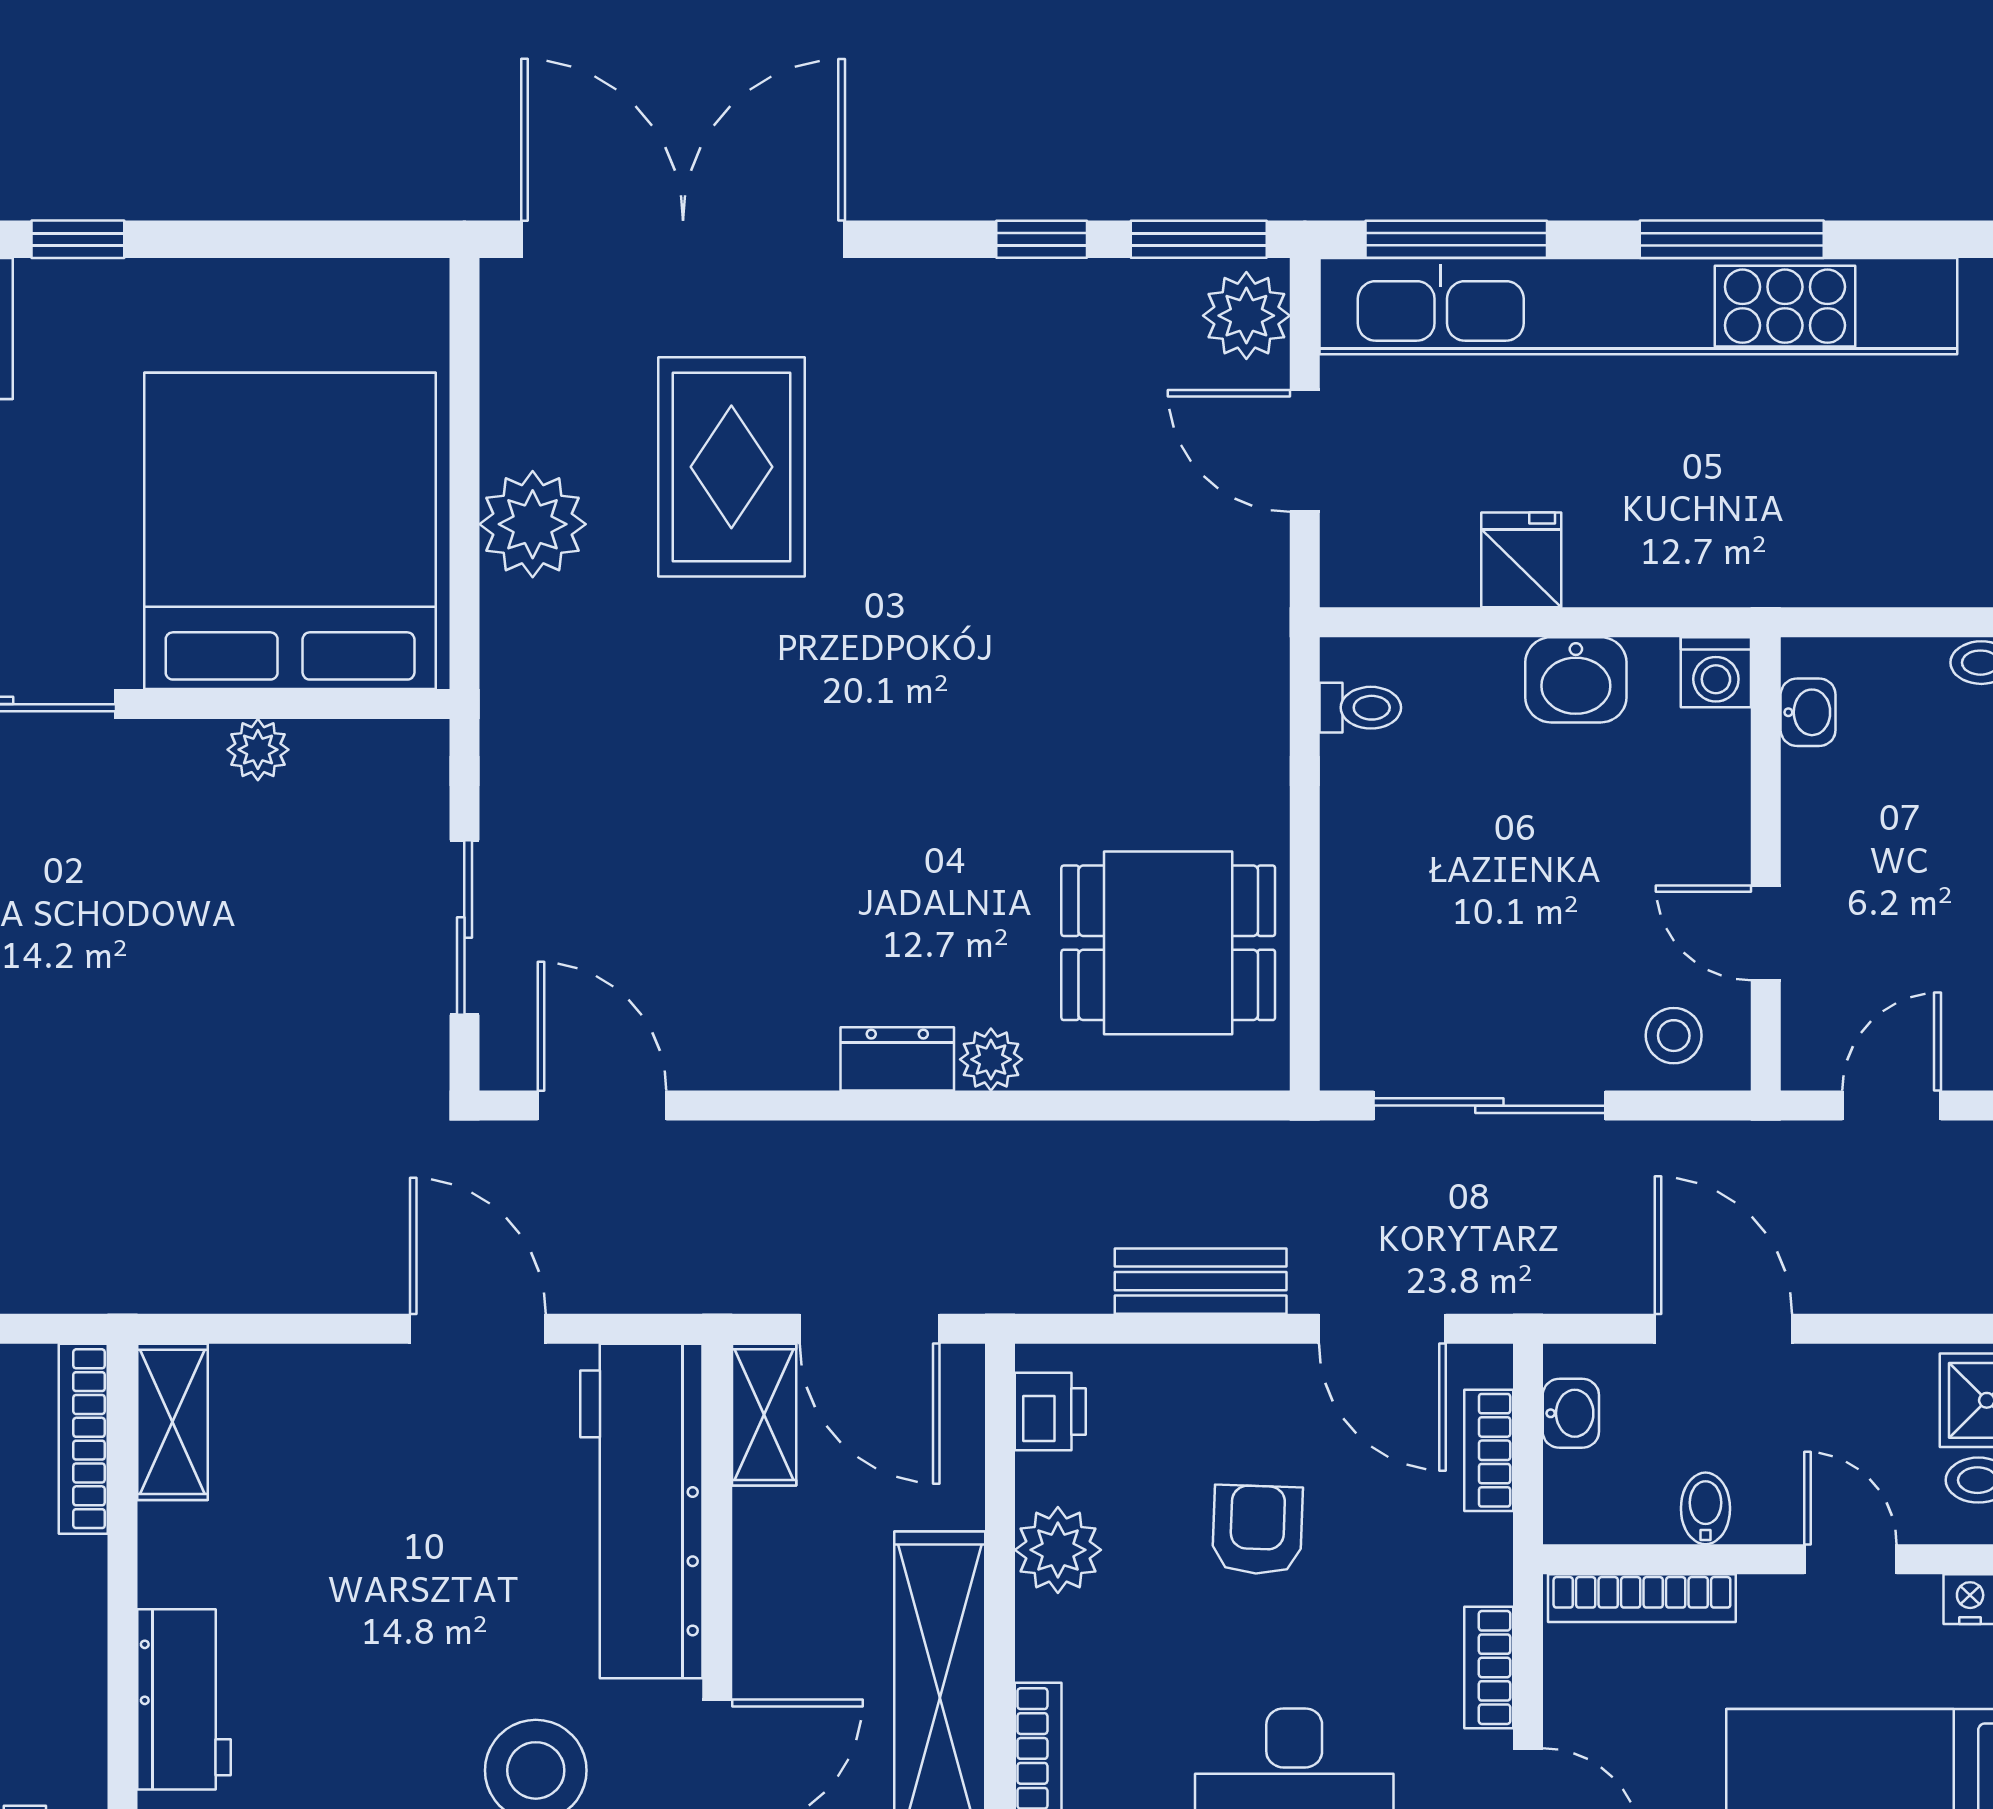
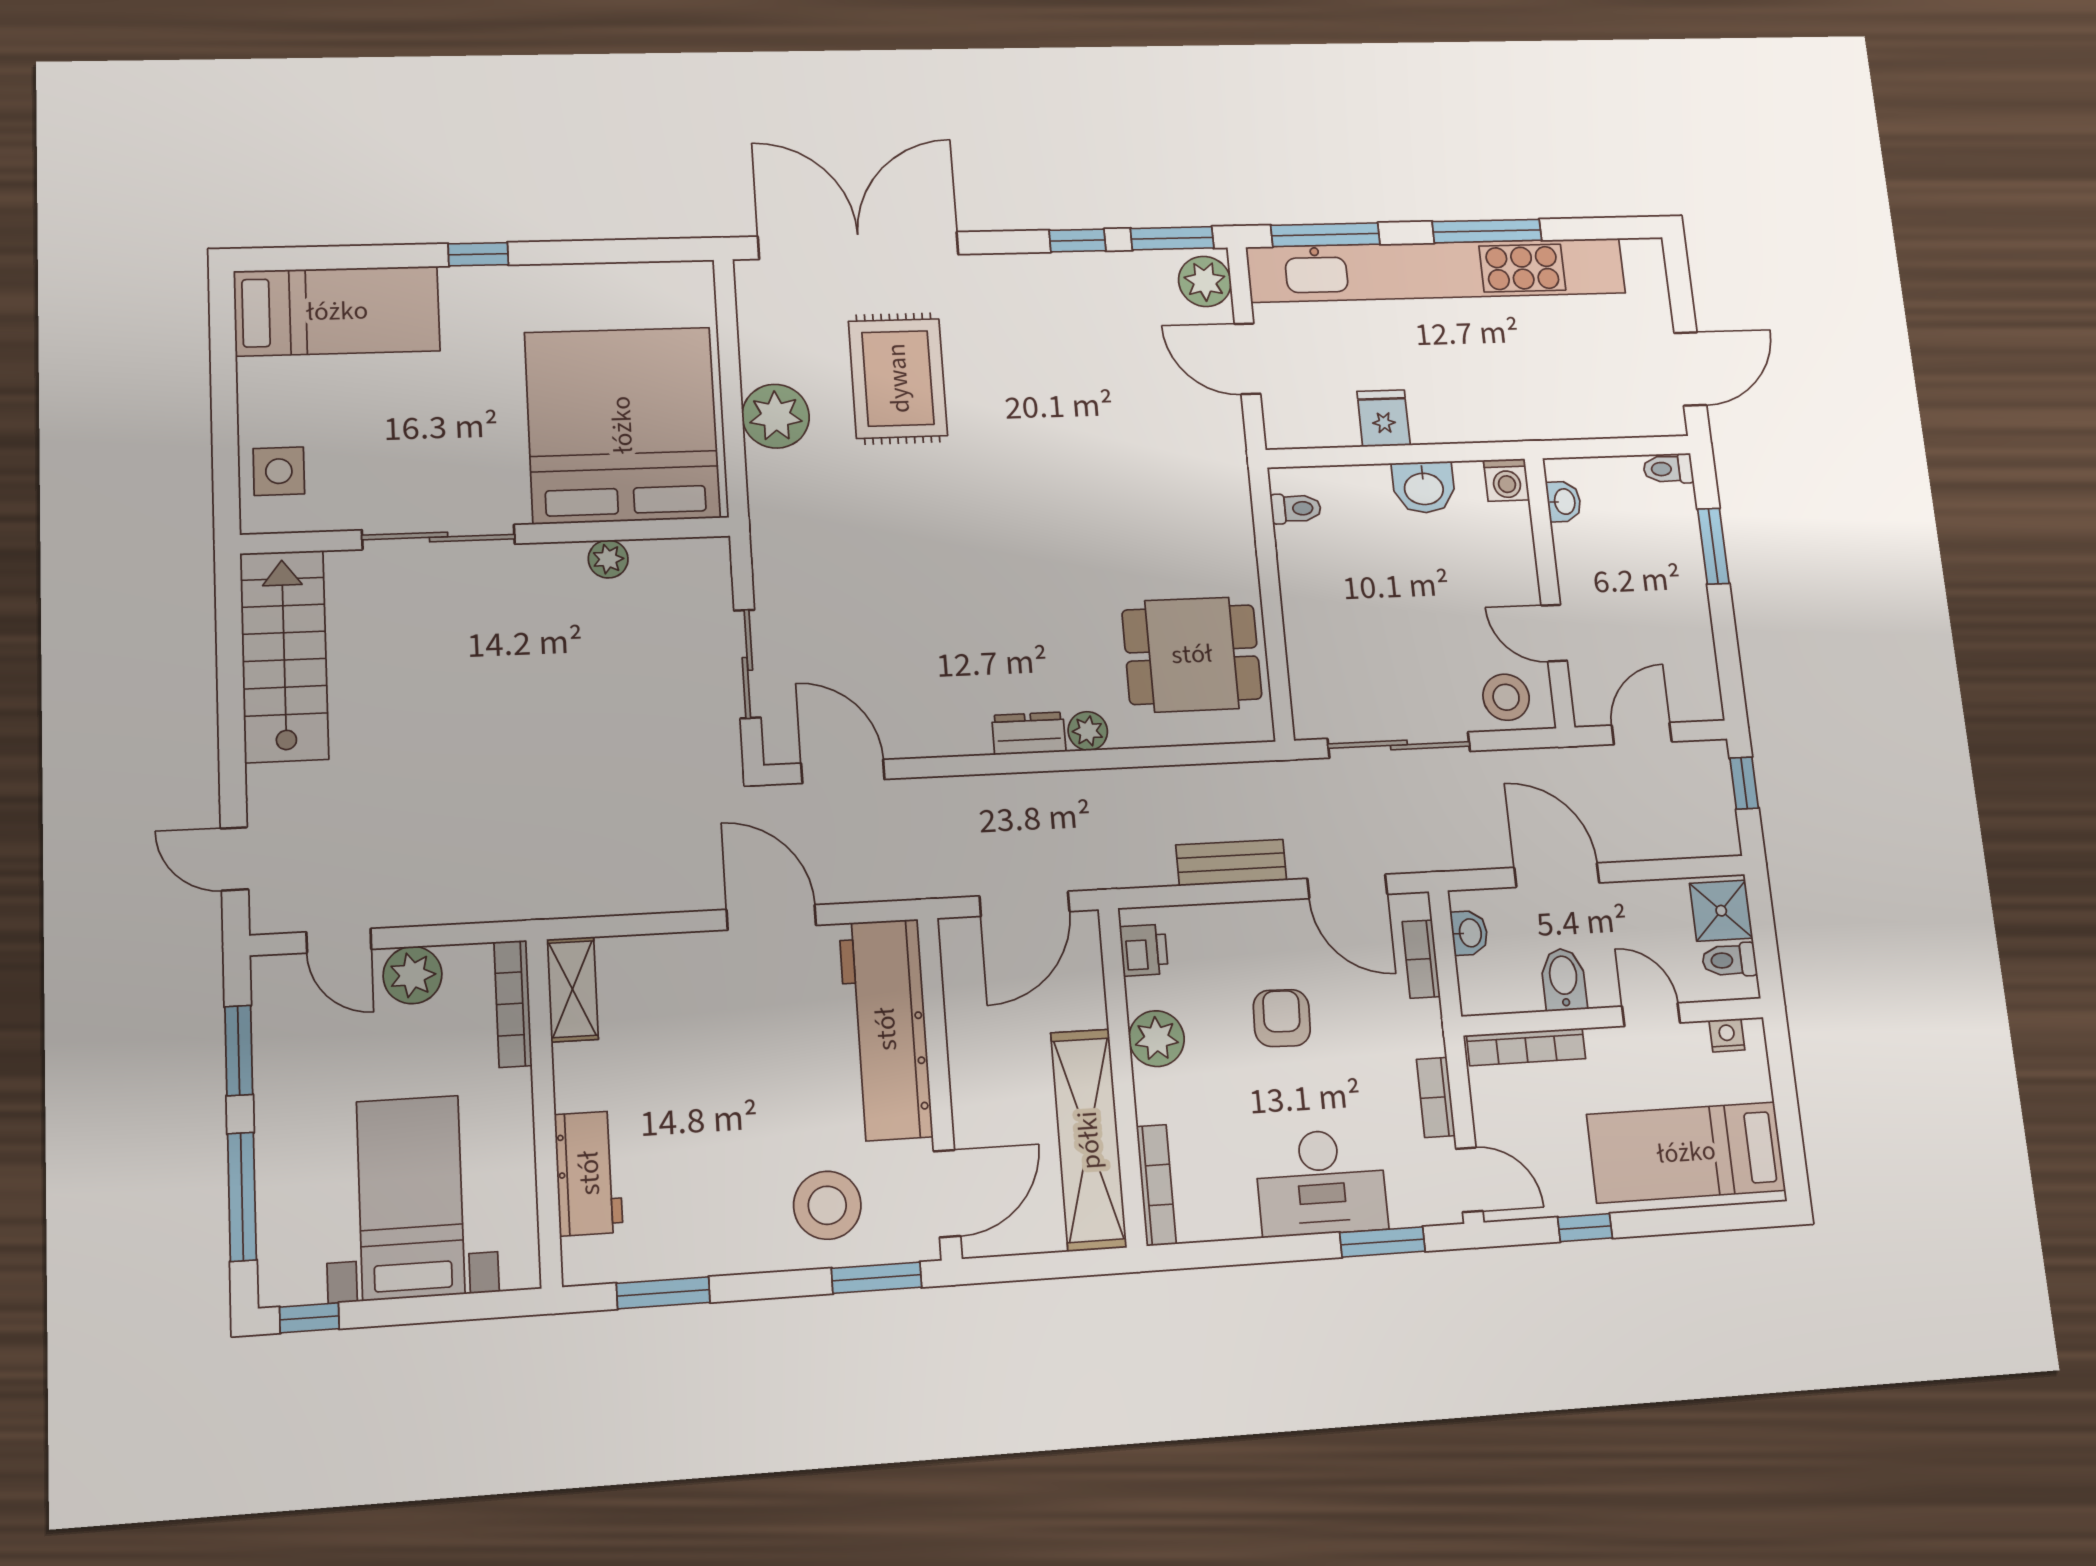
stool: (1674, 1036) -> (1506, 697), width x1.37, depth x1.37
door: (870, 1329) -> (1025, 904), hinge flipped
shelving: (764, 1415) -> (961, 962), removed
bidet: (1705, 1508) -> (1564, 979), width x1.38, depth x1.36

